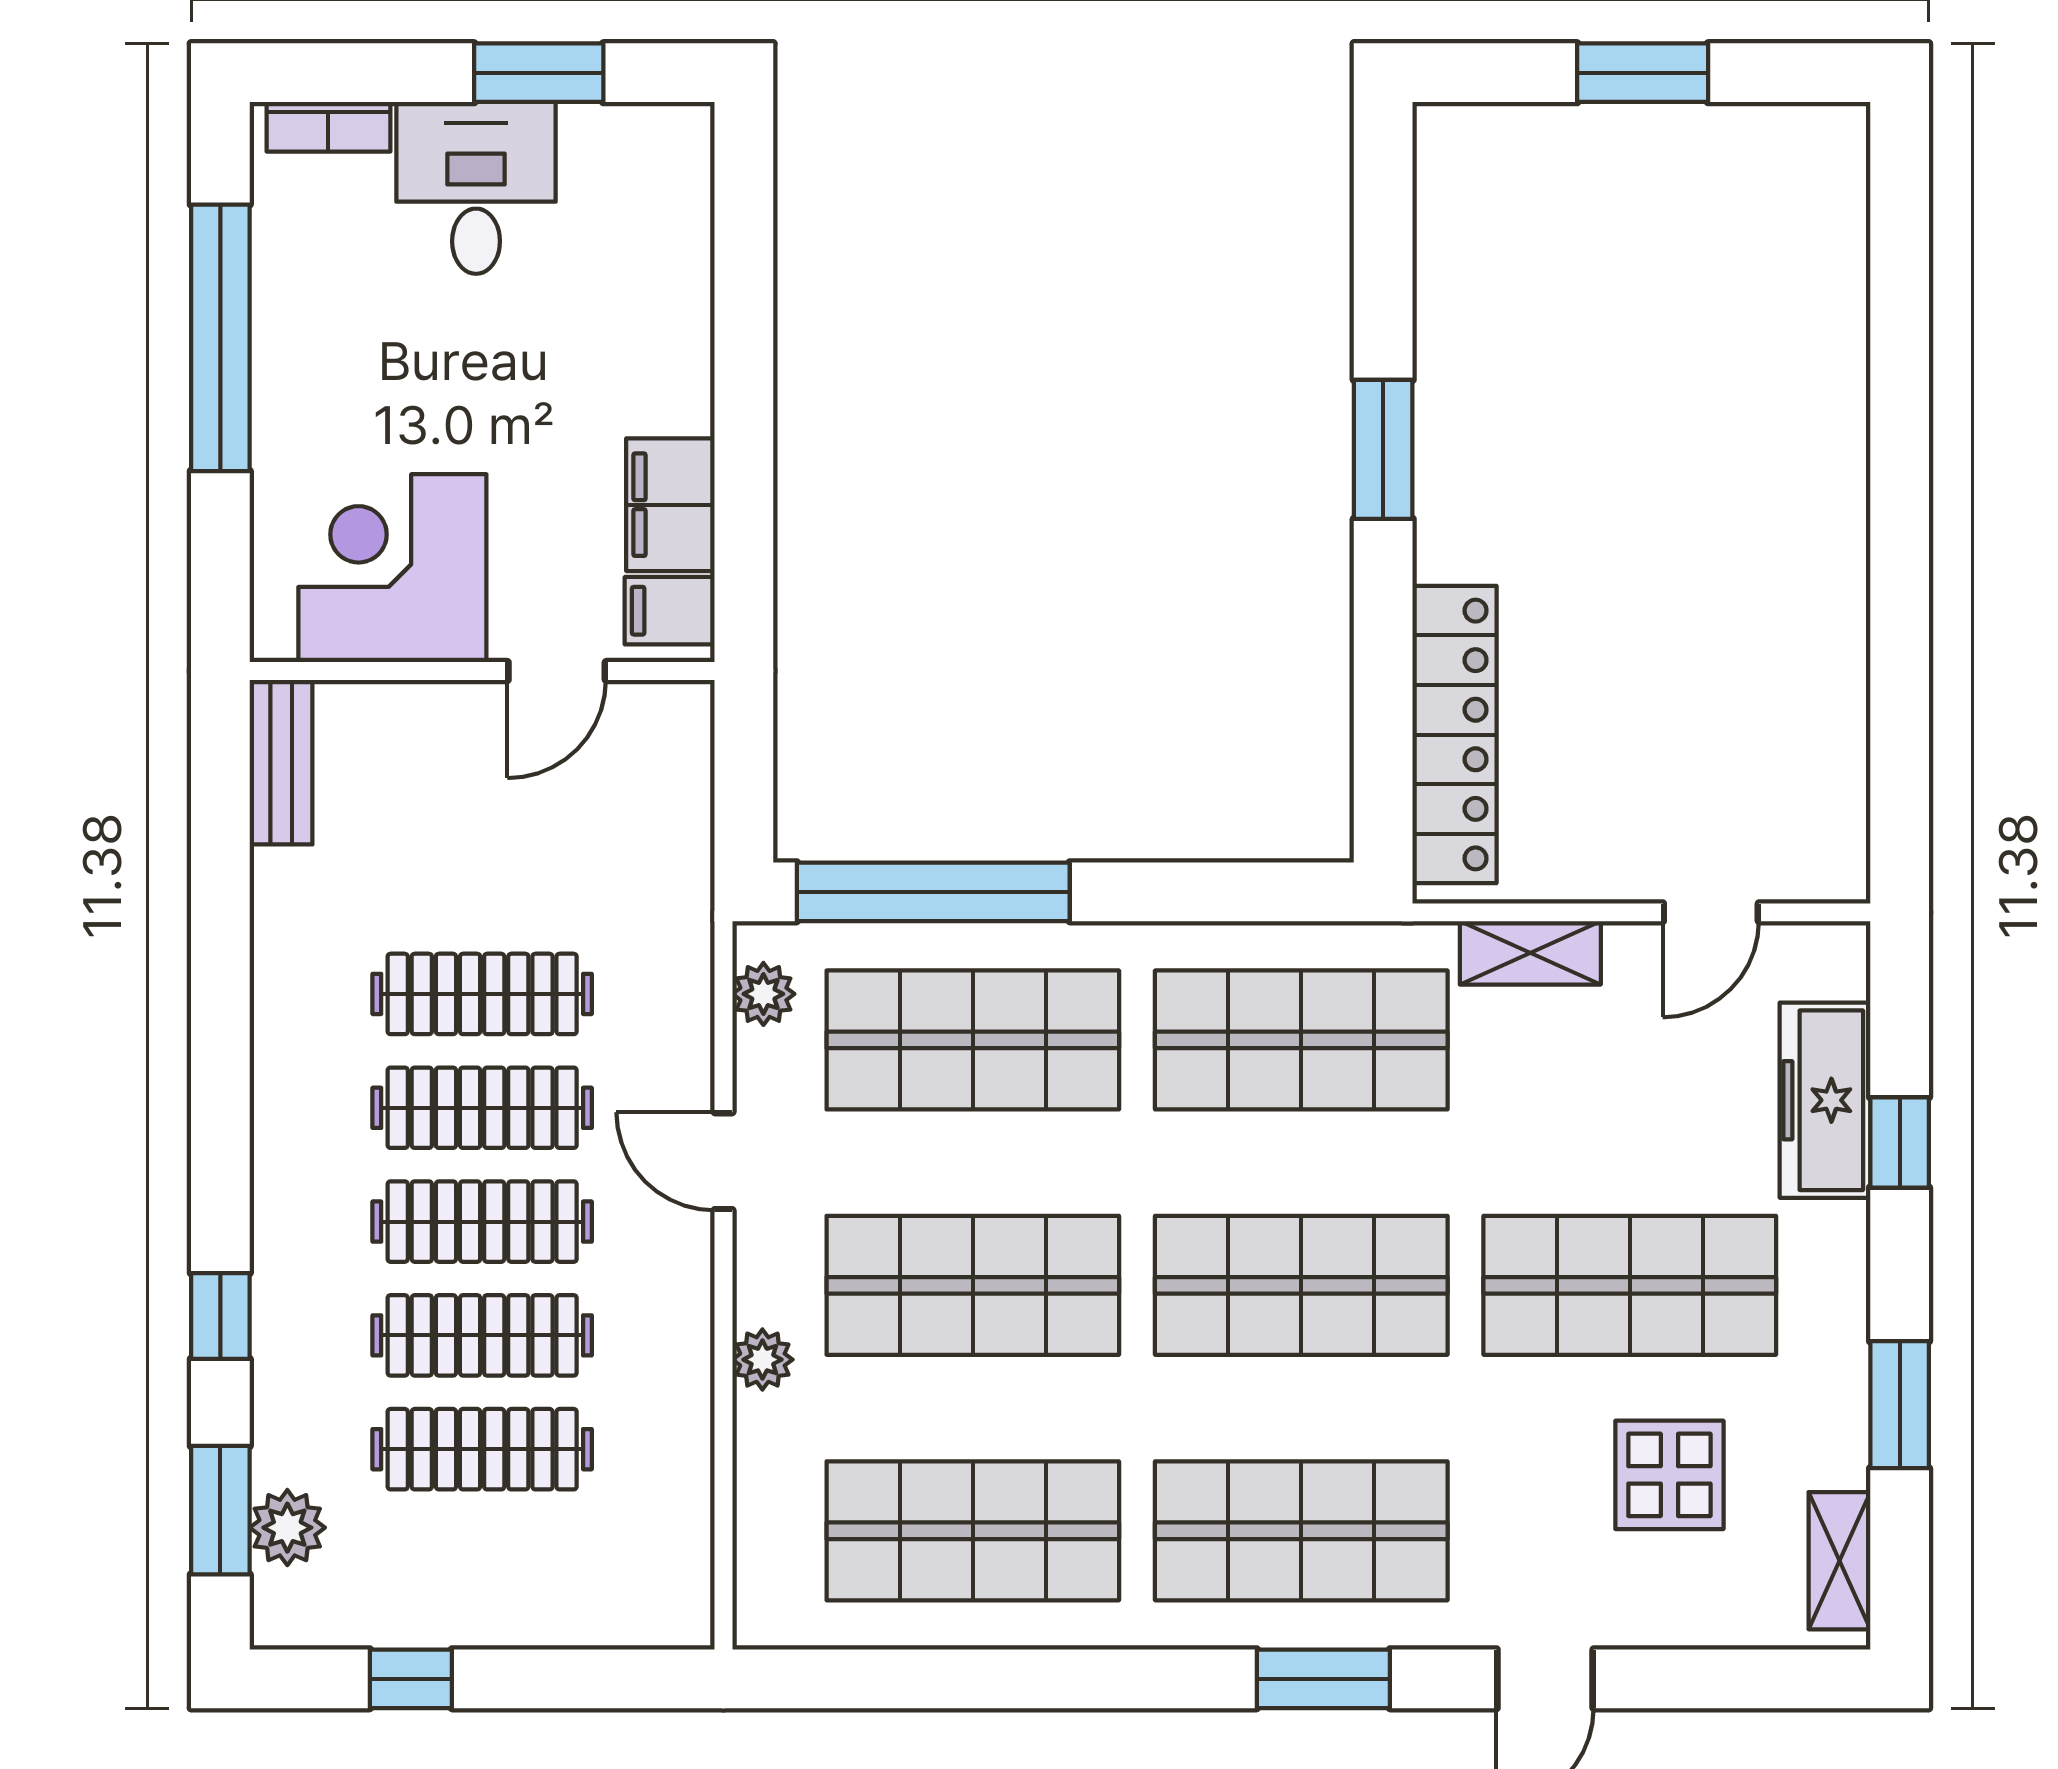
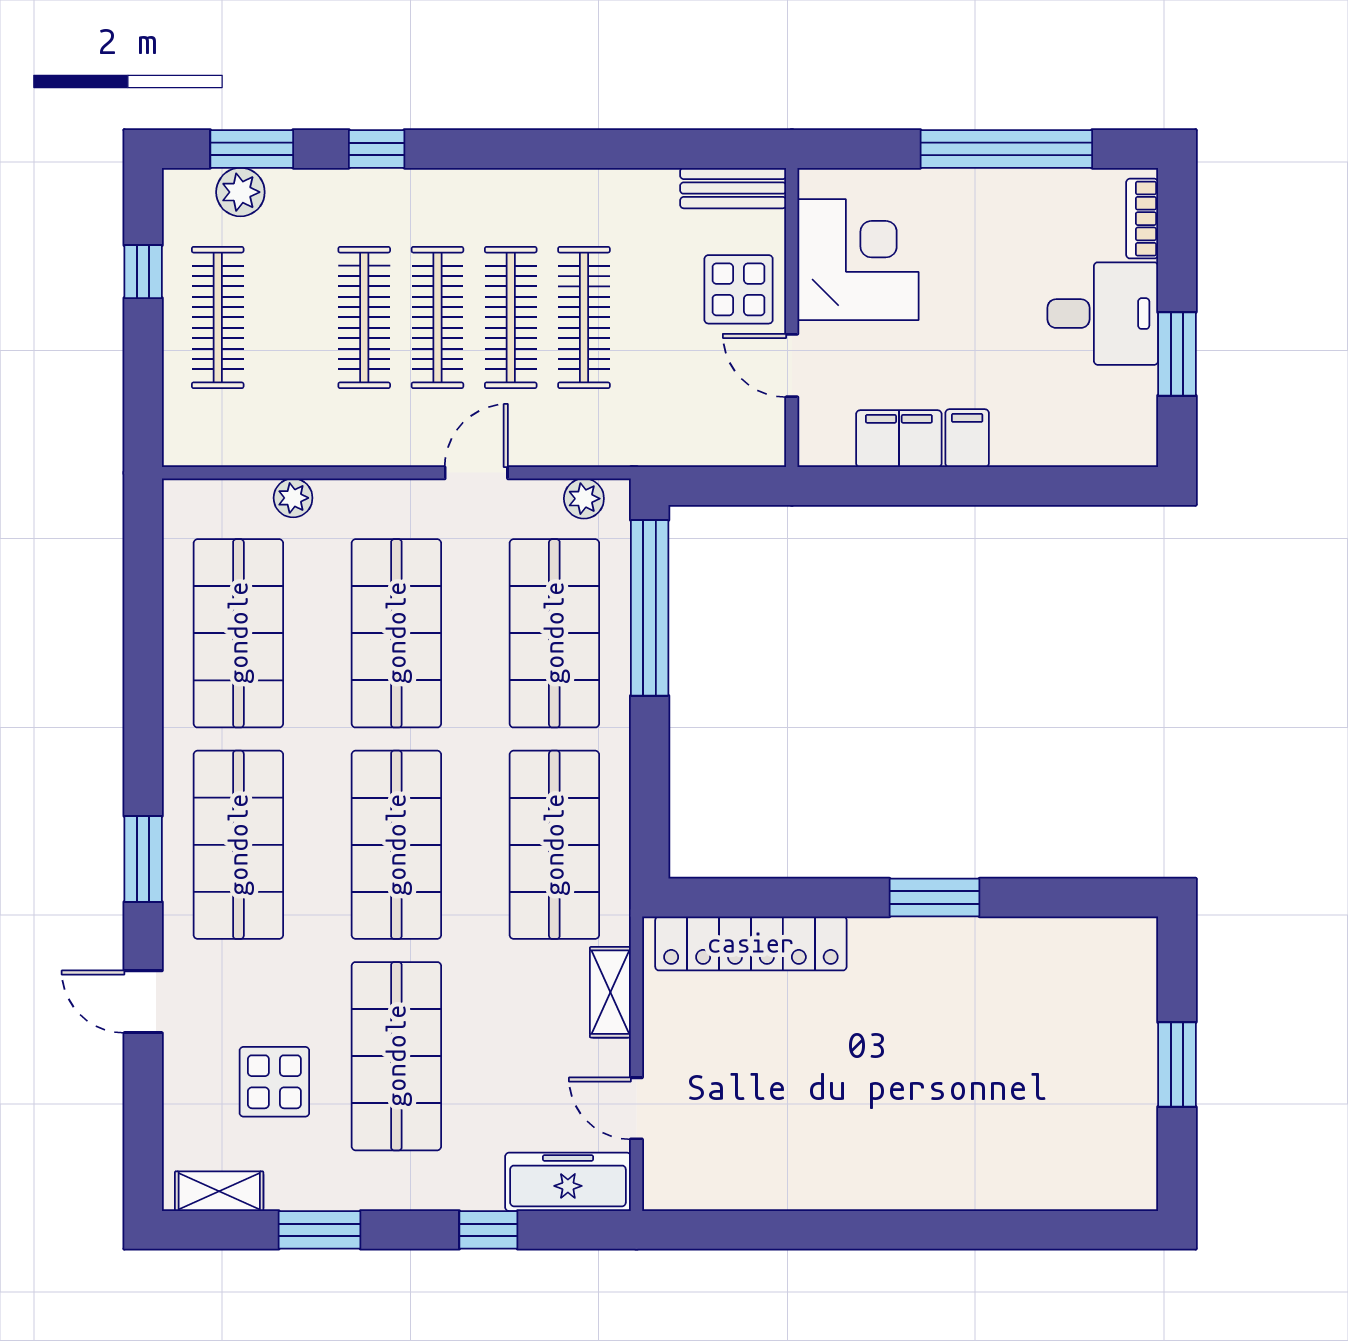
filing cabinet: (670, 611) -> (967, 438), moved
display table: (438, 754) -> (739, 289), added
freezer: (1825, 1100) -> (568, 1182), moved
plant: (762, 1360) -> (293, 498), moved
clothes rail: (482, 1449) -> (218, 317), moved

